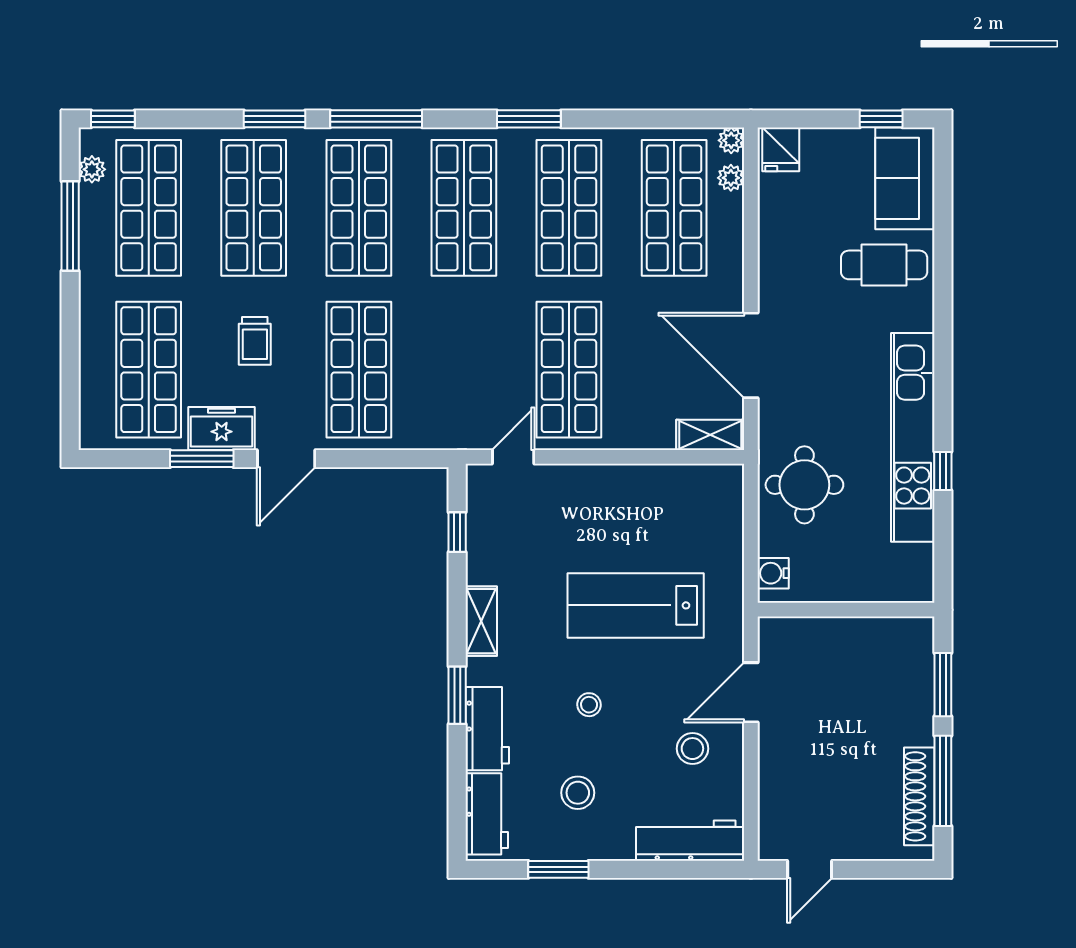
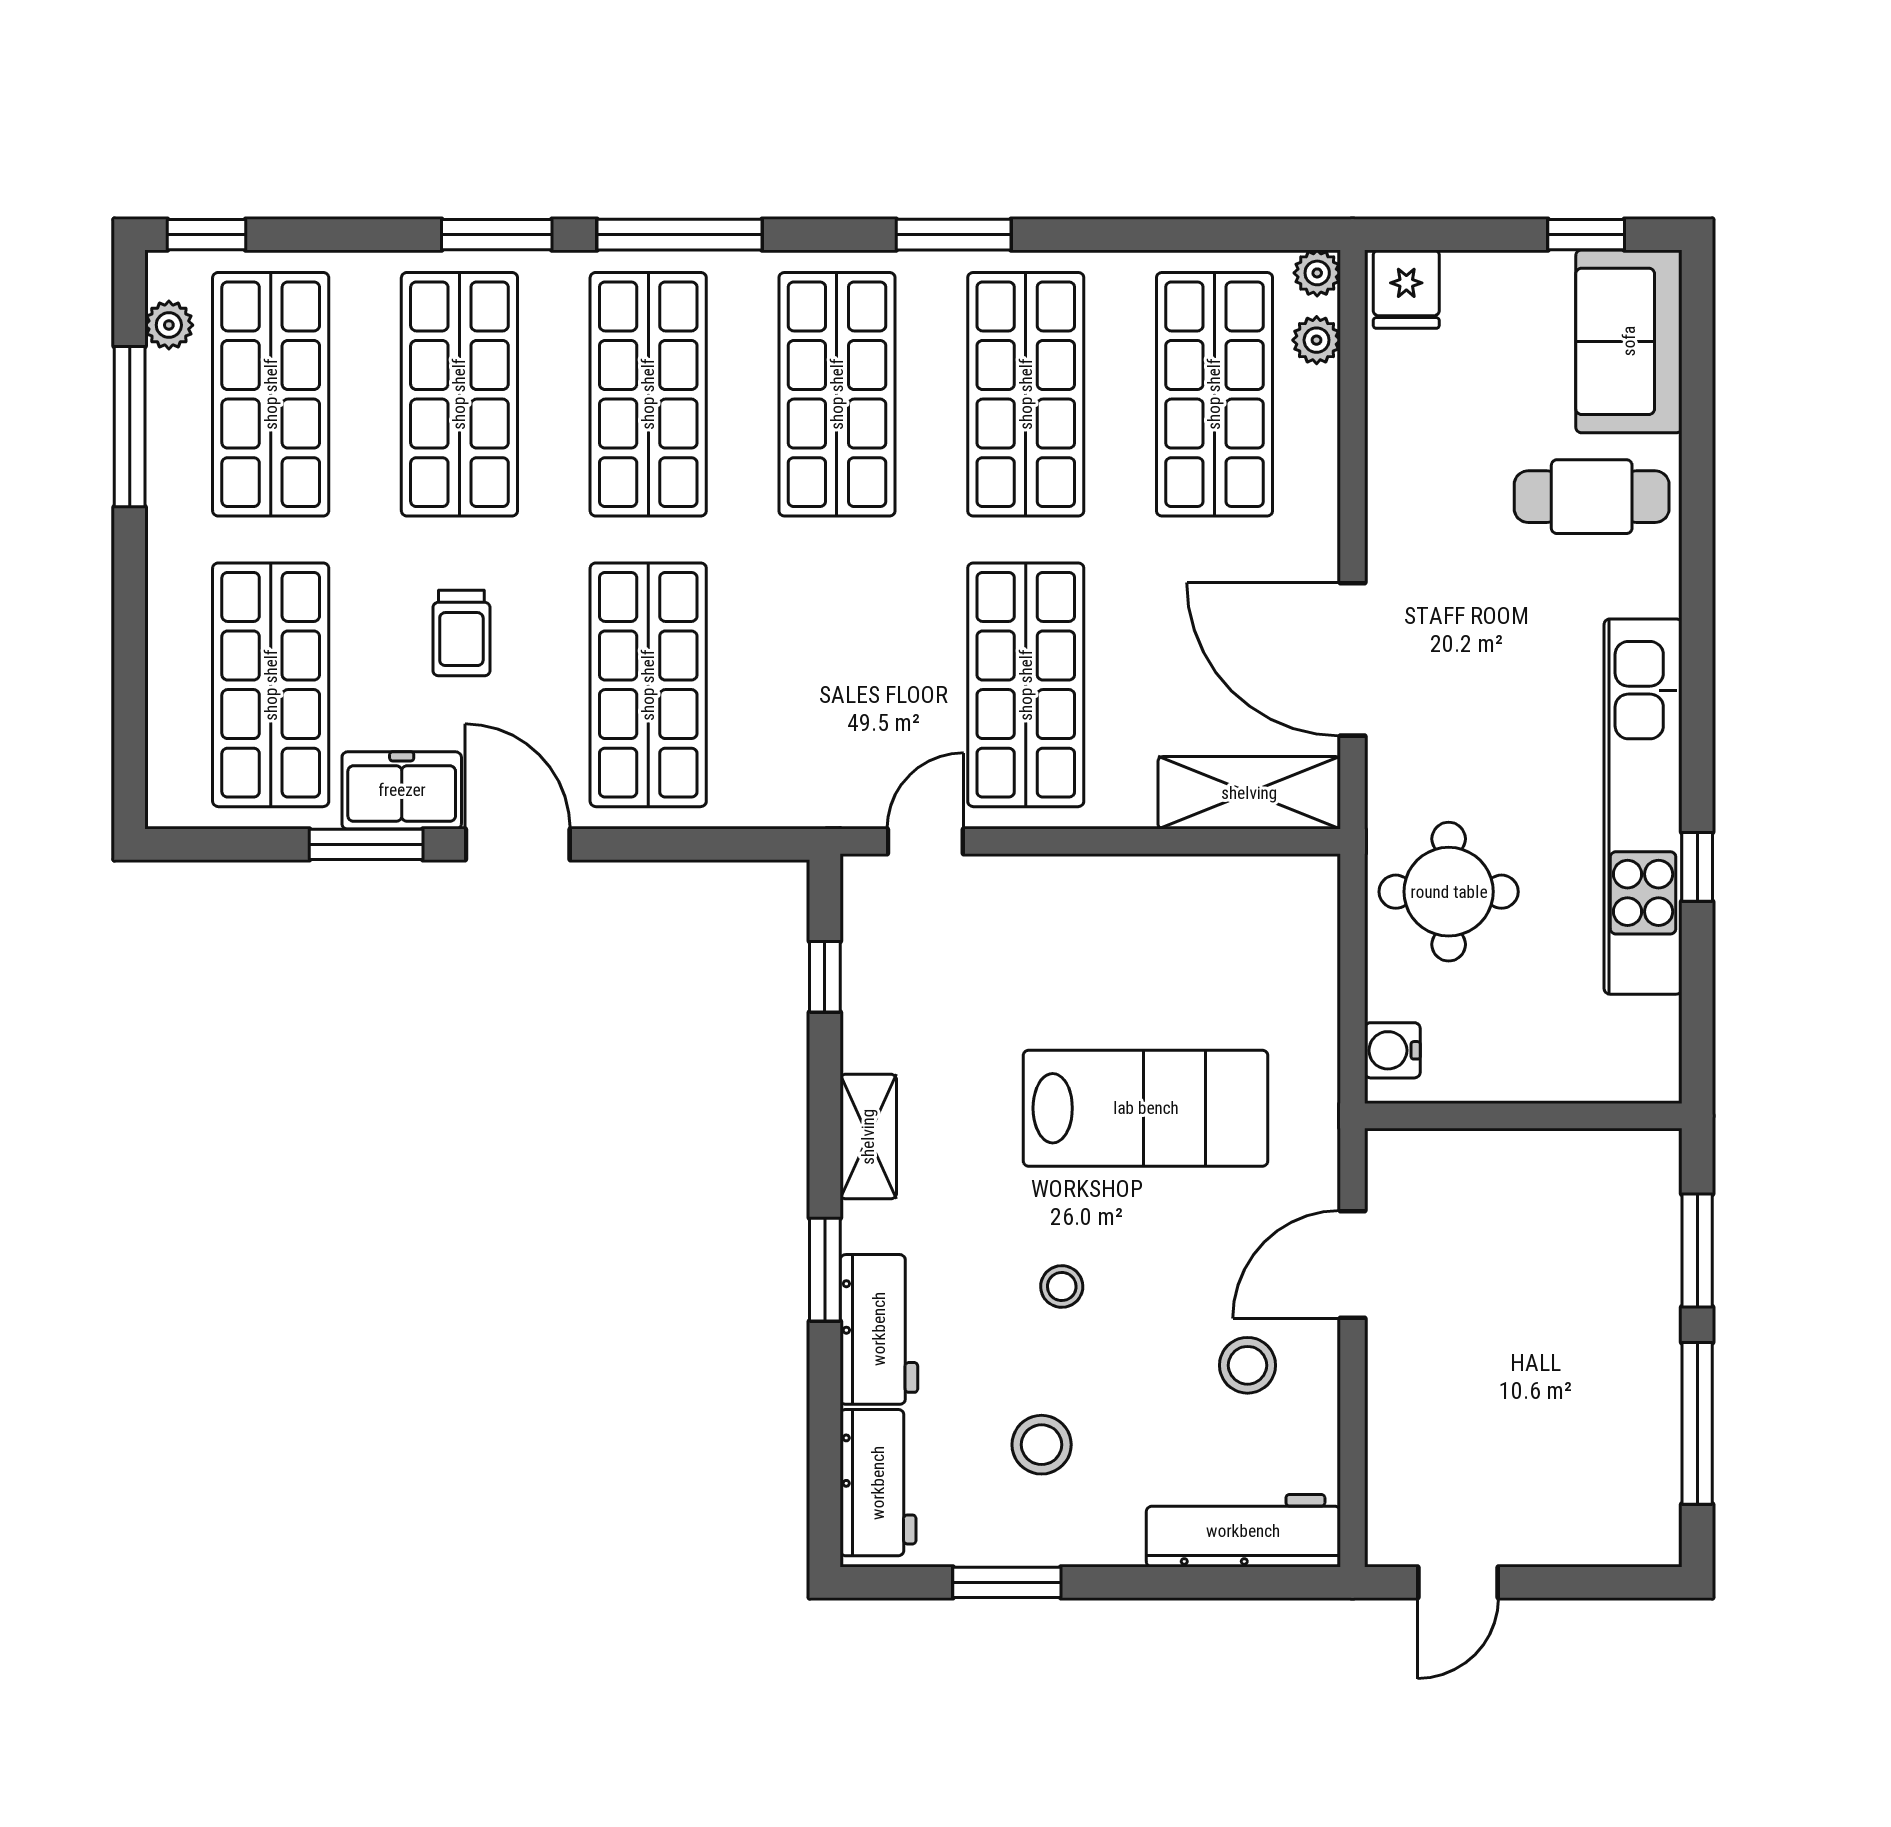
shelving: (710, 435) -> (1249, 793), width x1.50, depth x1.33
door: (286, 459) -> (518, 844), swing flipped
lab bench: (636, 605) -> (1146, 1108), turned 180
shoe rack: (919, 796) -> (1655, 1451), removed

